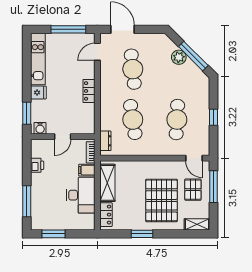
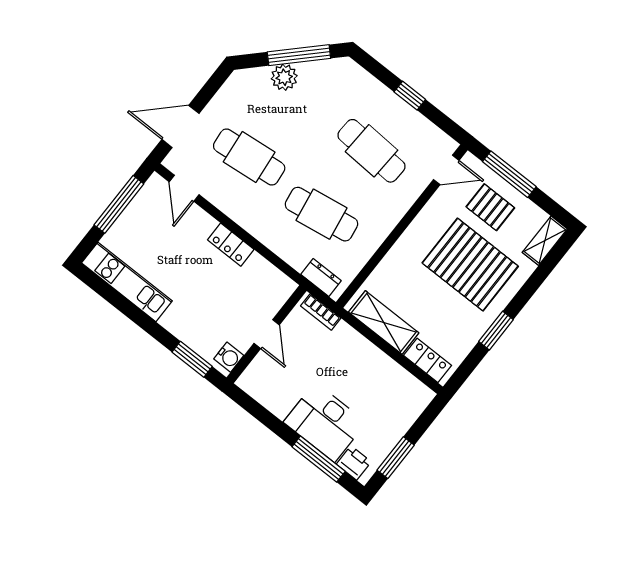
fridge: (38, 93) -> (176, 319), removed
printer: (37, 165) -> (354, 463), moved
filing cabinet: (87, 170) -> (342, 337), removed
desk: (81, 195) -> (325, 422), moved, turned 180

